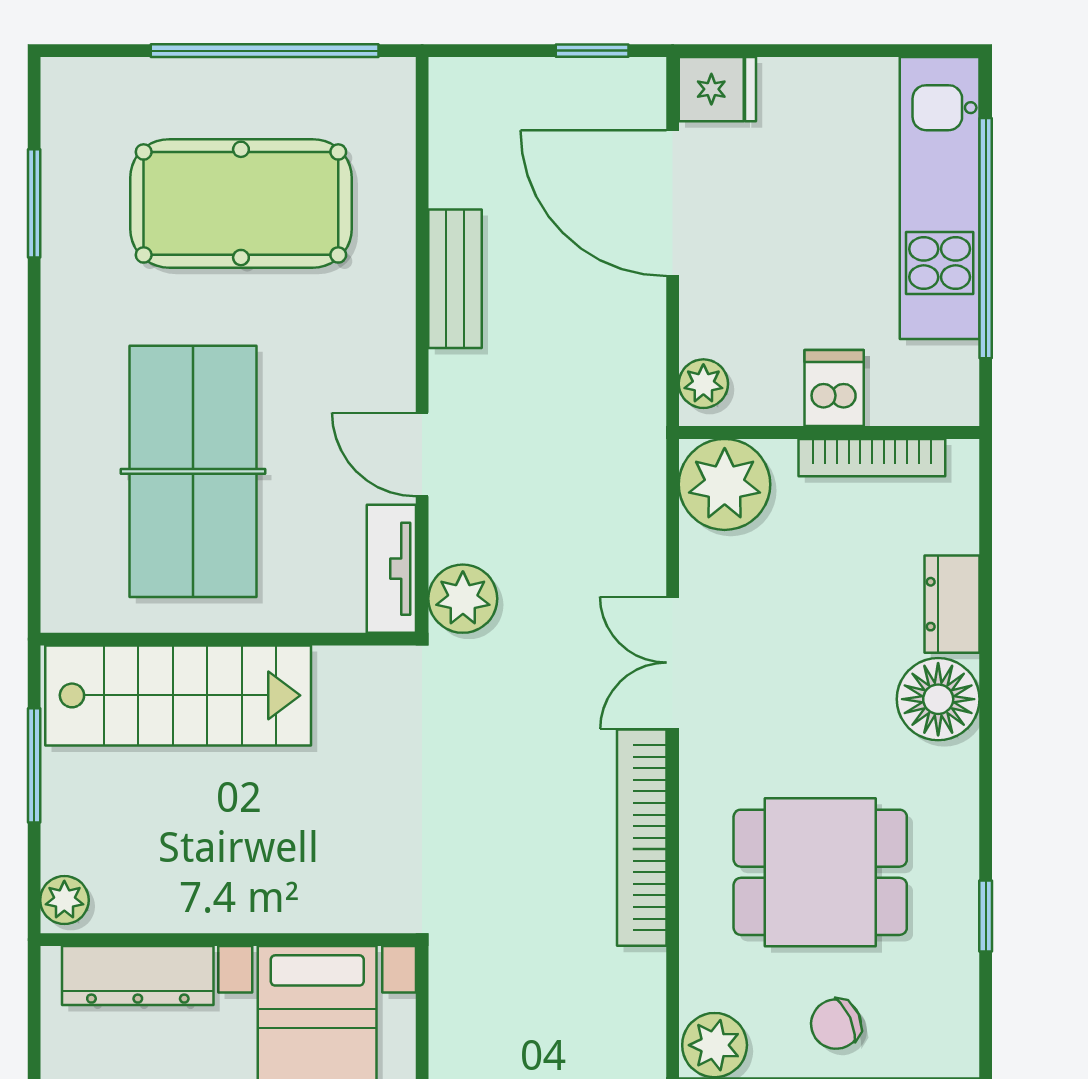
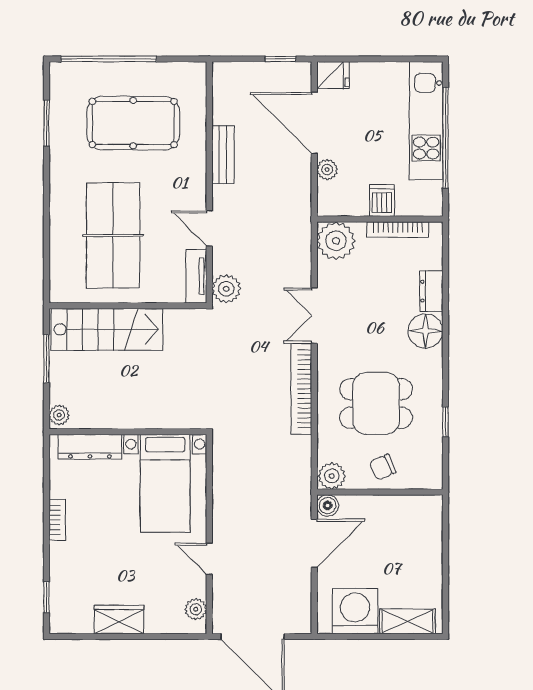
window: (265, 51) -> (109, 59), moved
plant: (703, 384) -> (327, 170), moved

